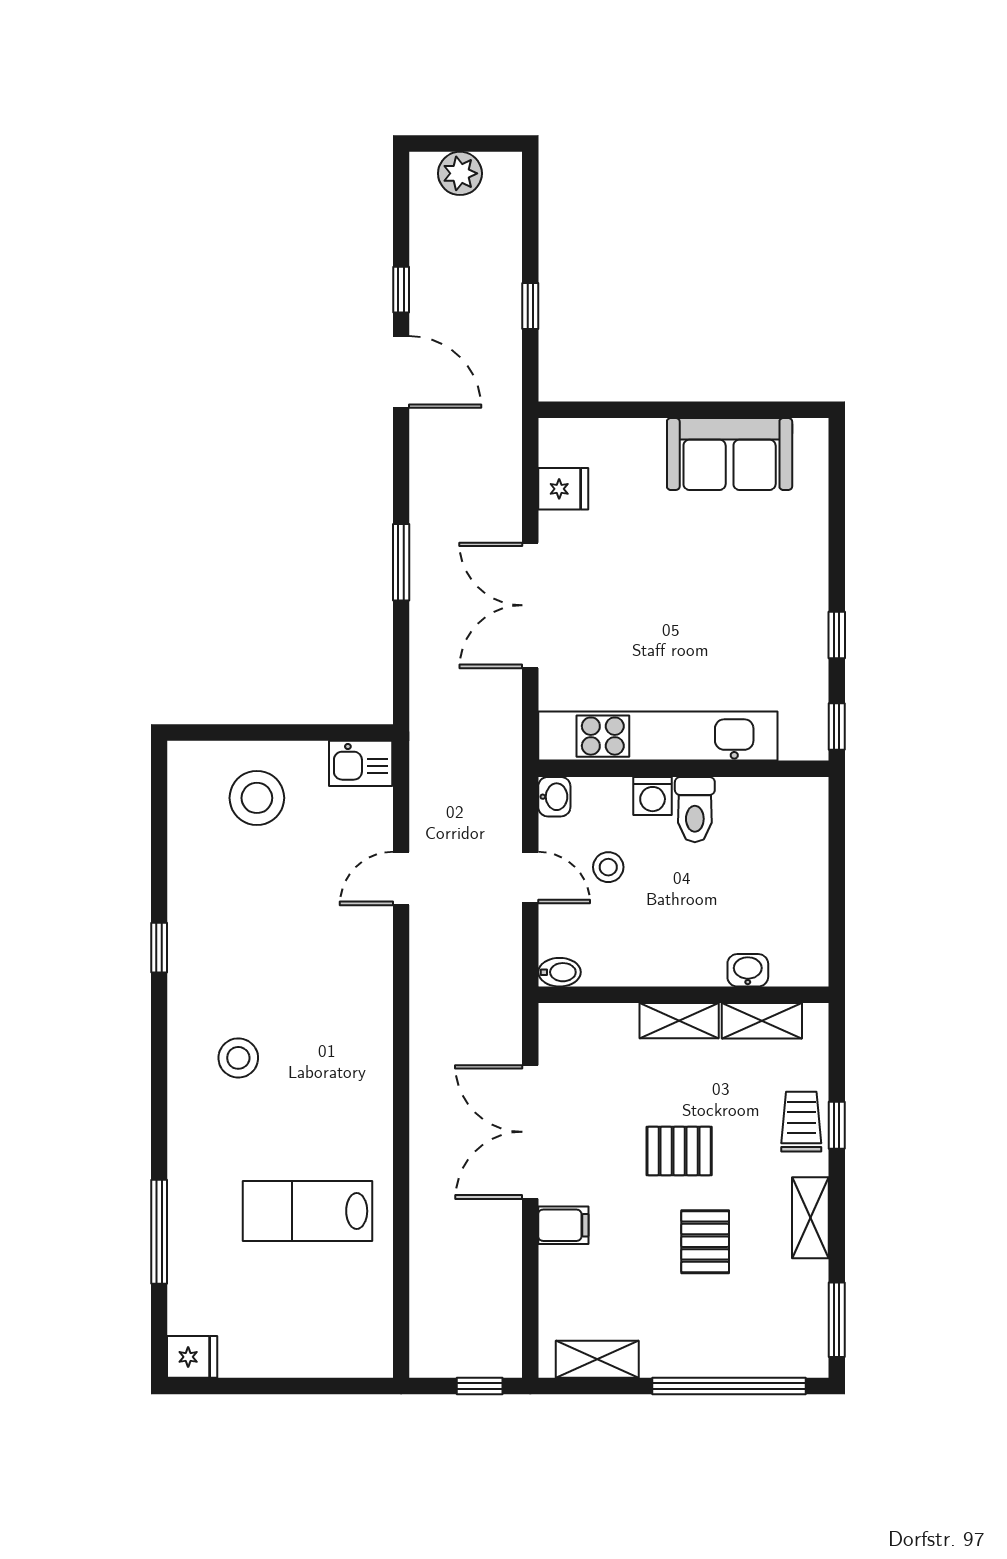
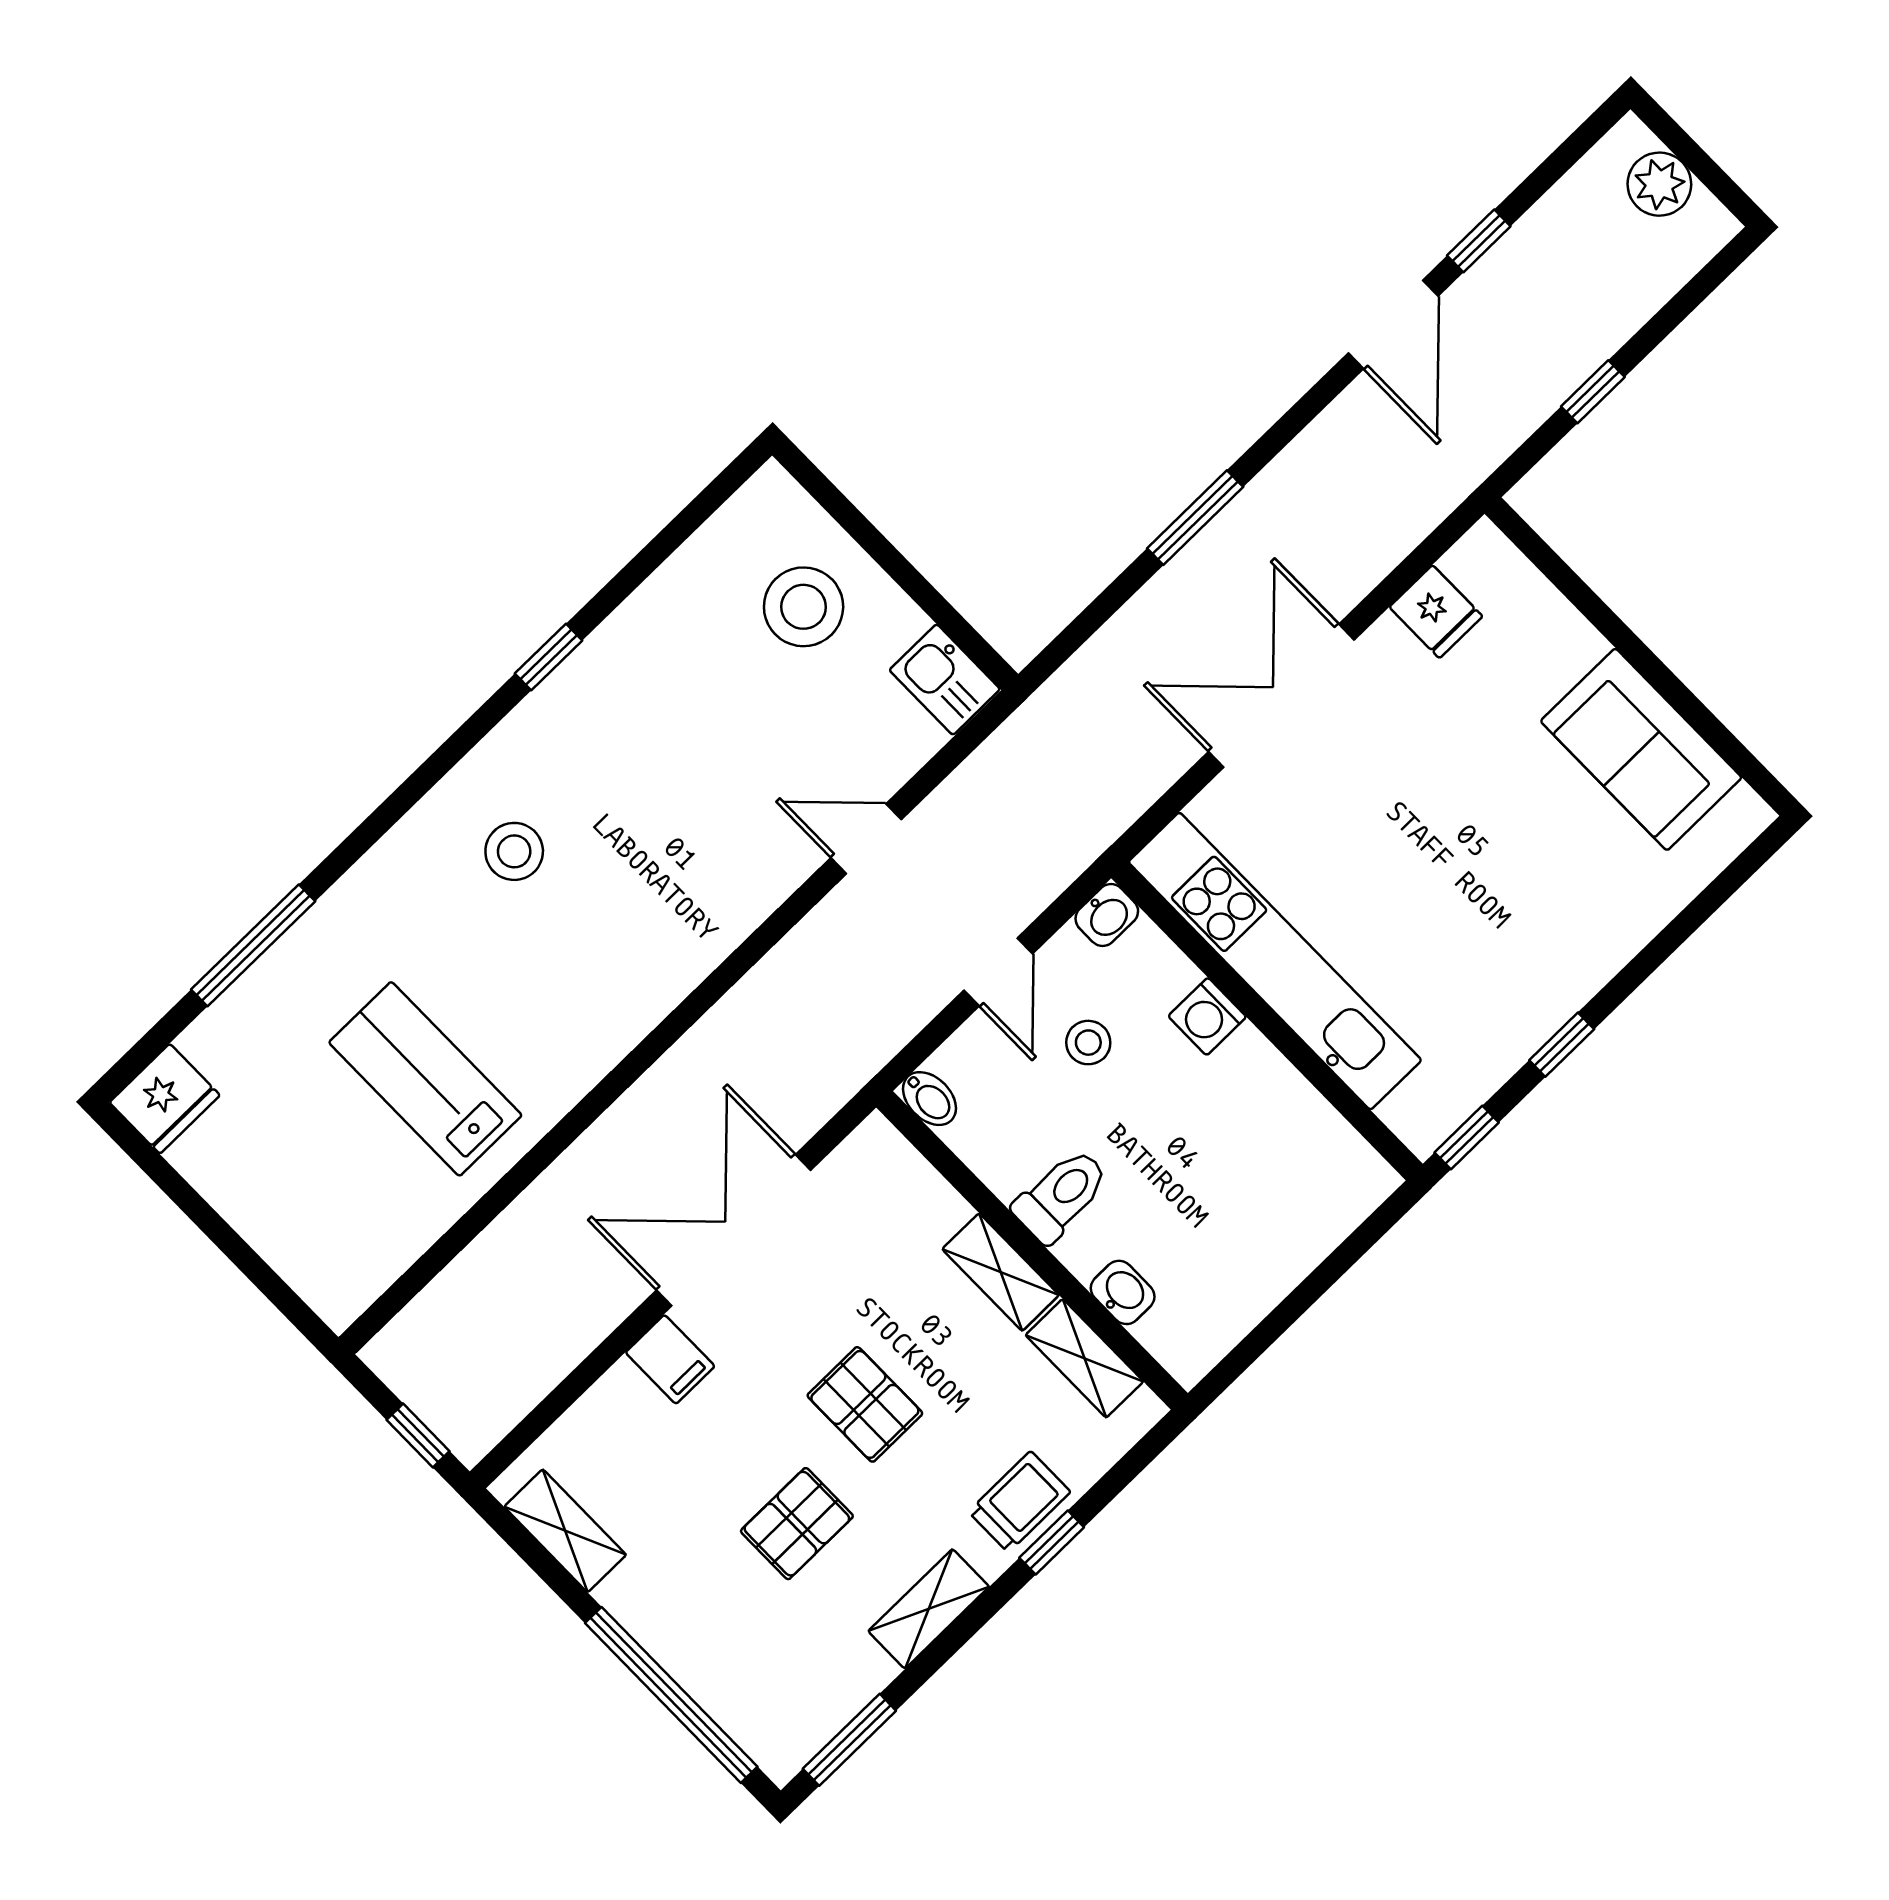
toilet: (695, 810) -> (1061, 1195), moved, turned 180
fridge: (192, 1357) -> (165, 1099), width x1.38

